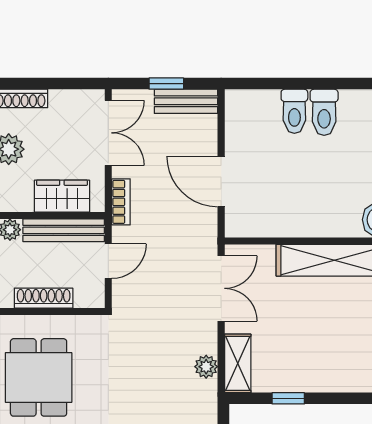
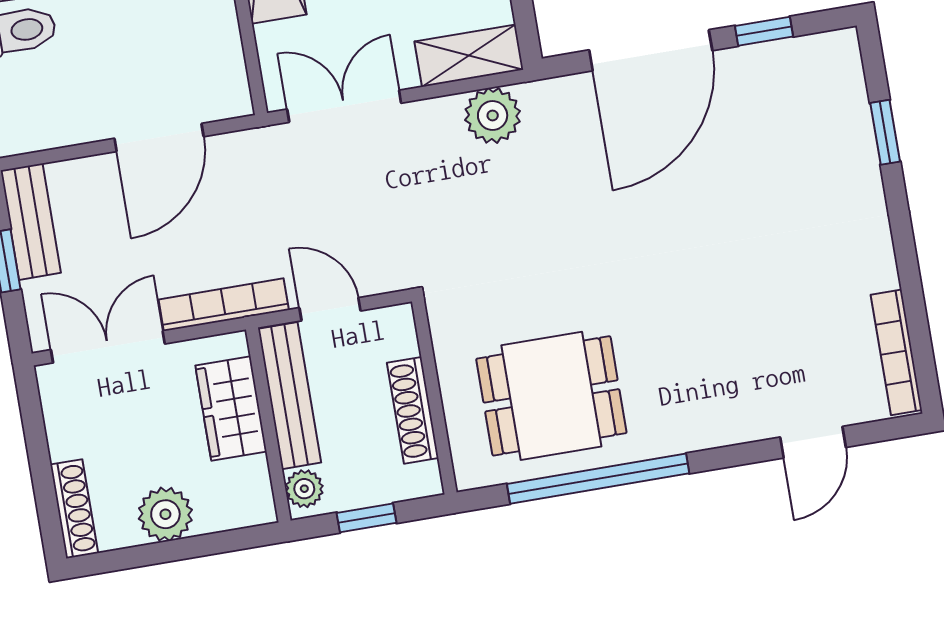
bookcase: (121, 202) -> (224, 305), width x1.56
plant: (206, 367) -> (493, 115), width x1.38, depth x1.38

